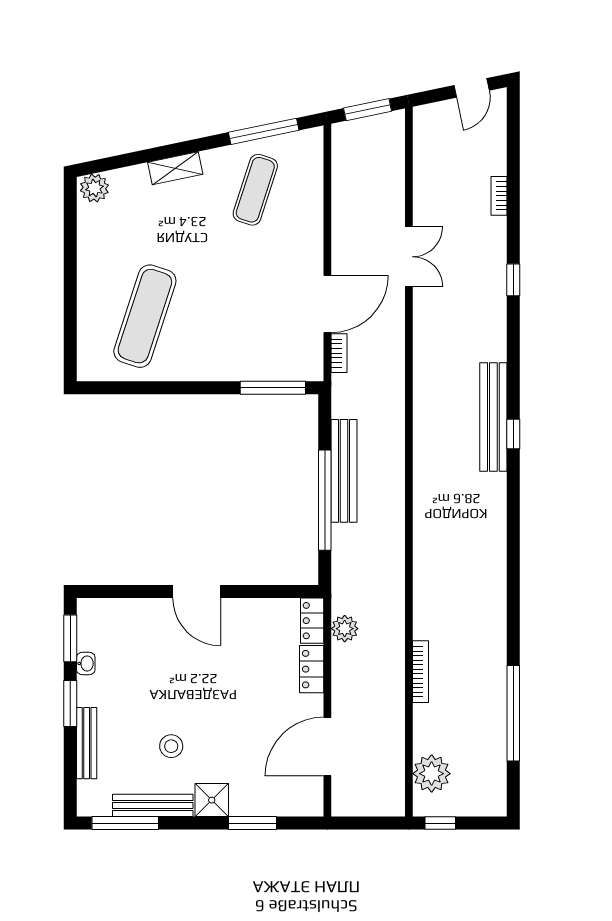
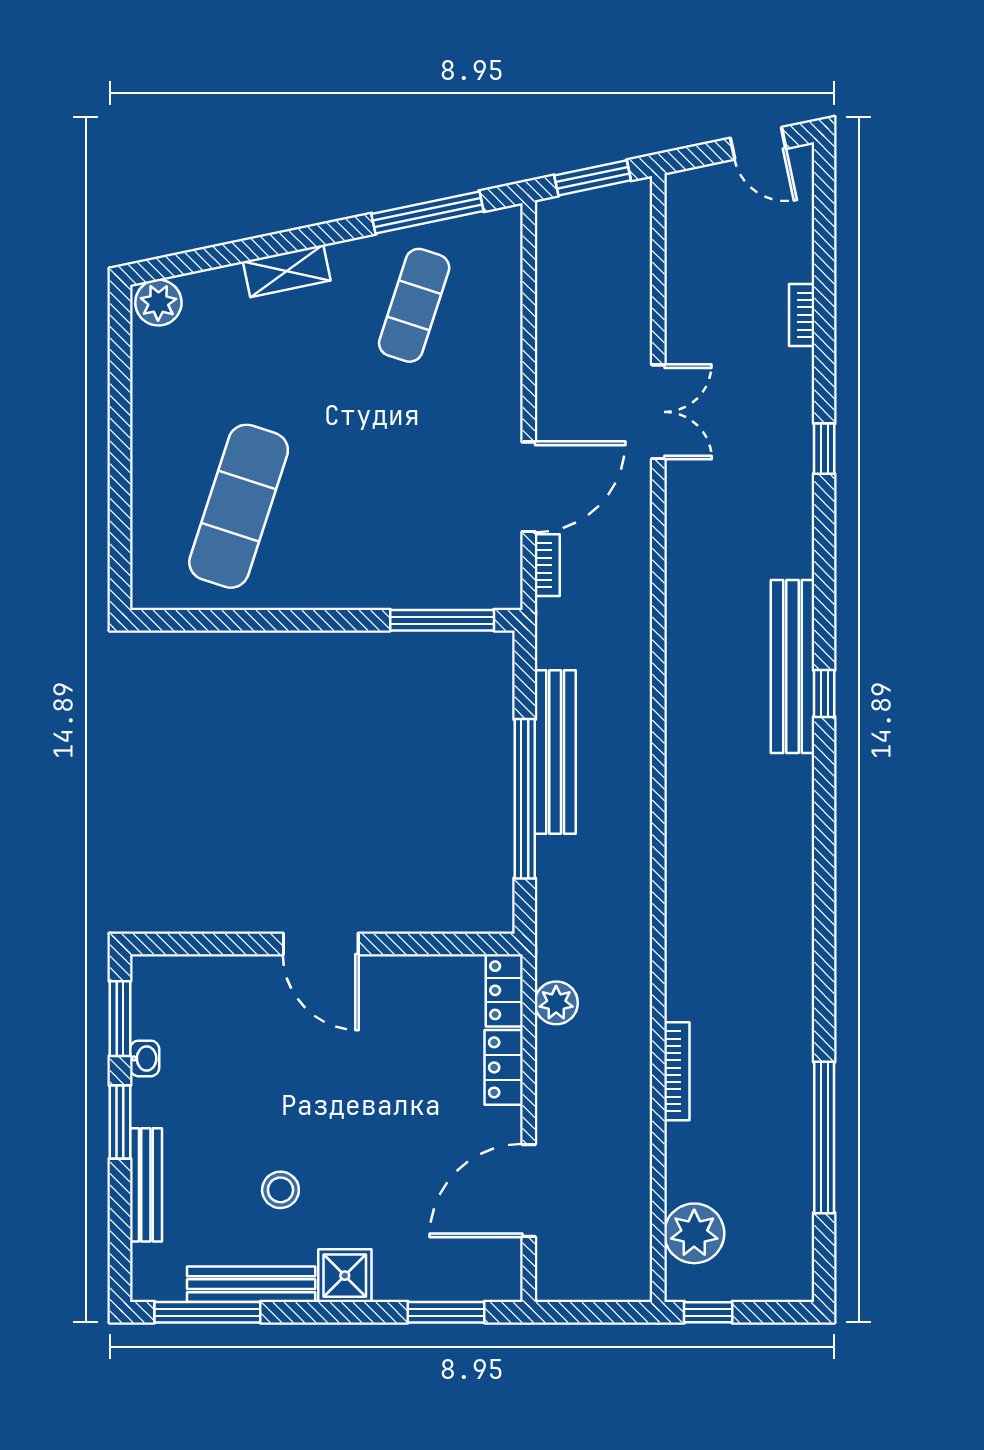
door: (472, 88) -> (758, 143), hinge flipped
window: (253, 823) -> (446, 1312), moved

